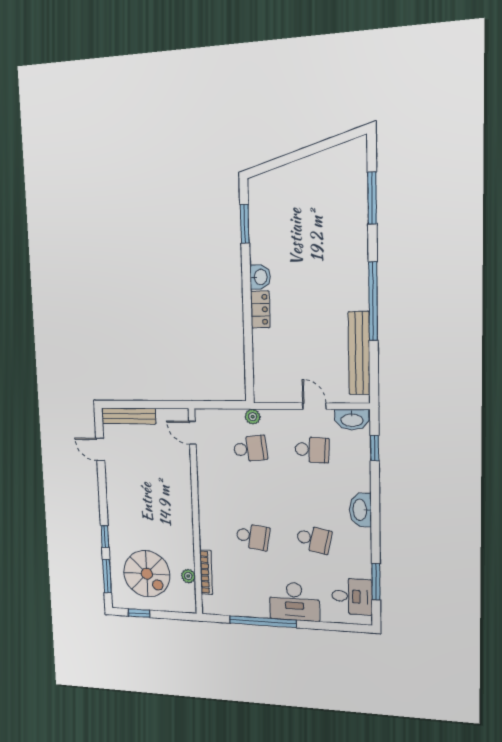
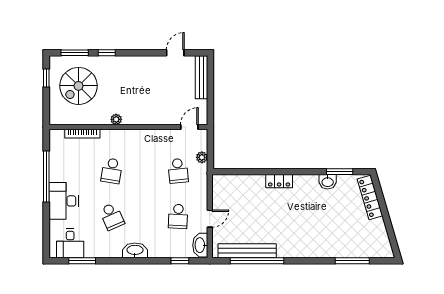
locker: (279, 177) -> (370, 197), added
washbasin: (260, 277) -> (328, 182), moved
window: (373, 301) -> (257, 261), moved
plant: (253, 417) -> (202, 157), moved
school desk: (314, 539) -> (112, 216), turned -36
plant: (188, 576) -> (116, 119), moved

